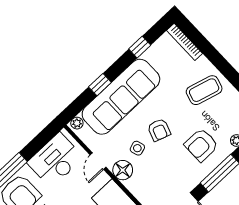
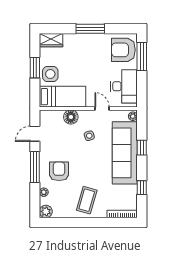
armchair: (159, 130) -> (88, 156), removed
floor lamp: (123, 170) -> (71, 117), moved

